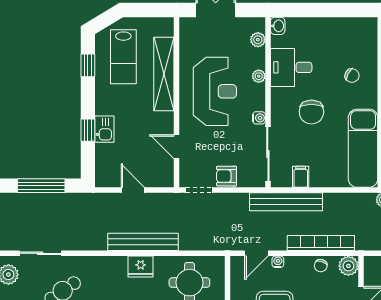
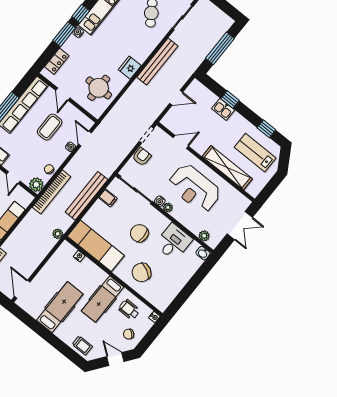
plant: (259, 76) -> (168, 207), moved
chair: (352, 76) -> (142, 272), width x1.87, depth x1.87
bench: (286, 202) -> (87, 196), moved
bench: (143, 242) -> (157, 62), moved
bookcase: (321, 243) -> (51, 192), moved

